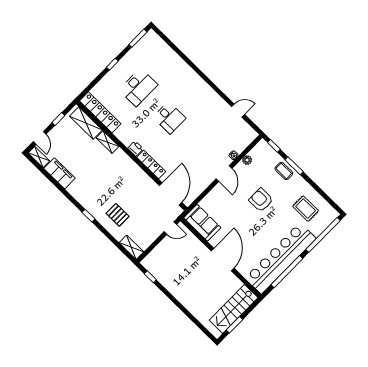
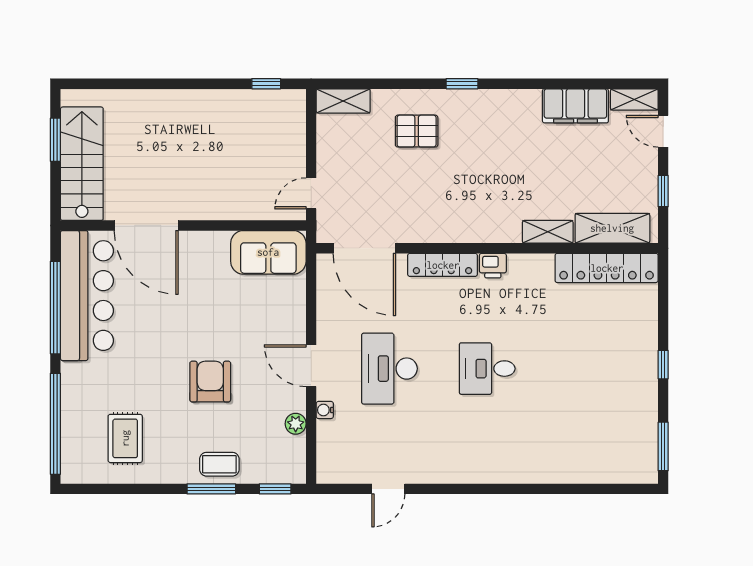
desk: (138, 87) -> (389, 369), moved
armchair: (261, 200) -> (210, 382), turned -90
rug: (306, 209) -> (125, 438), turned 90
bar counter: (280, 258) -> (87, 296), width x0.73
door: (223, 260) -> (146, 225), moved

